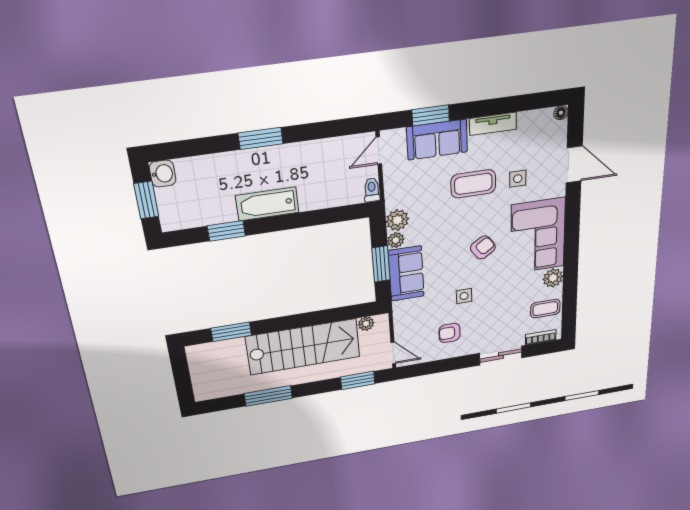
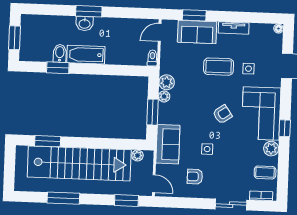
washbasin: (163, 174) -> (85, 24), moved, turned 90
bidet: (225, 210) -> (60, 53), added
window: (571, 248) -> (285, 128), added
sofa: (406, 274) -> (168, 144), moved
stairs: (303, 347) -> (79, 163), width x1.36

